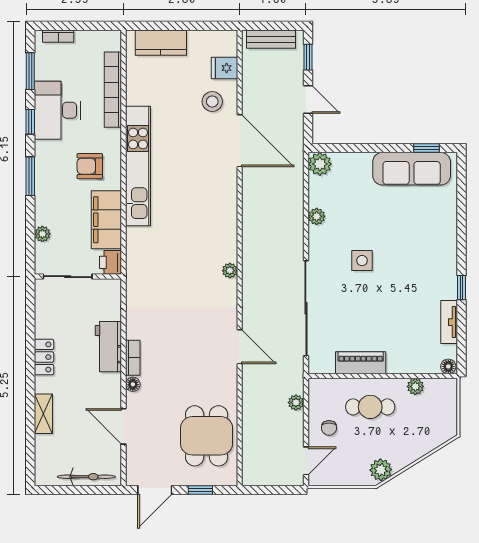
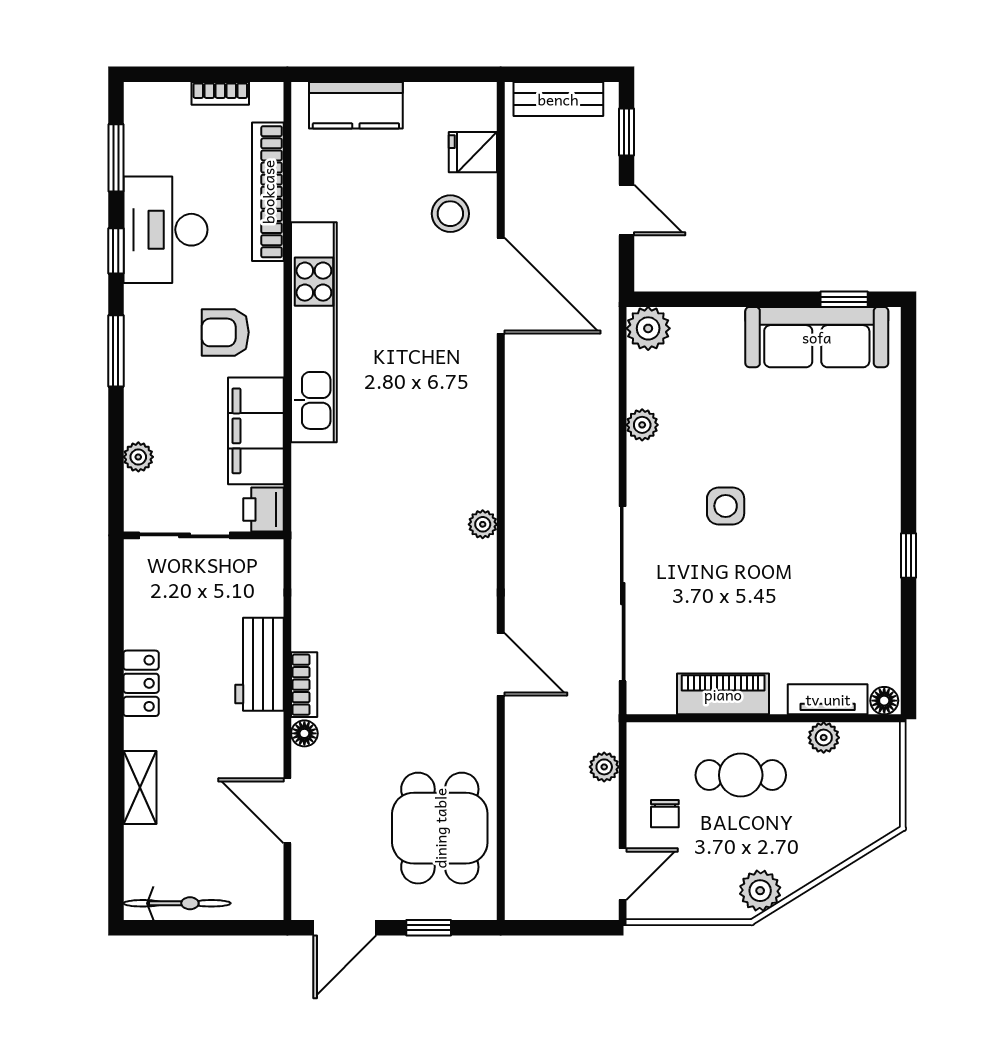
bookcase: (58, 36) -> (220, 93), moved
tv unit: (449, 322) -> (828, 699), moved, turned 90
bicycle: (86, 477) -> (177, 903), moved

